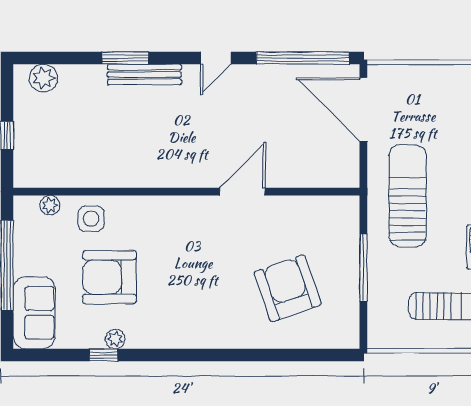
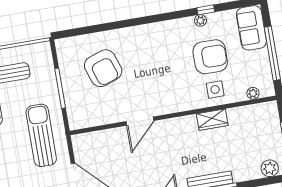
wardrobe: (124, 174) -> (212, 120), added
sun lounger: (408, 196) -> (41, 135), turned 180
side table: (91, 219) -> (215, 90), moved

